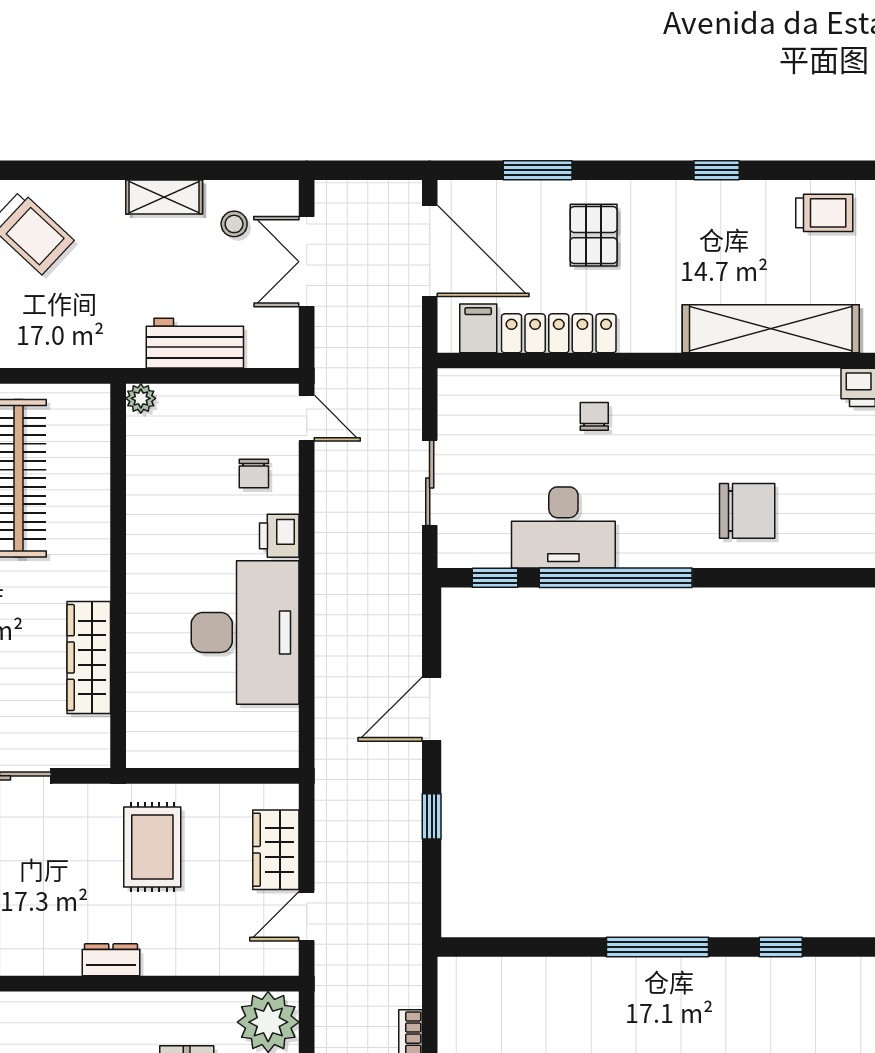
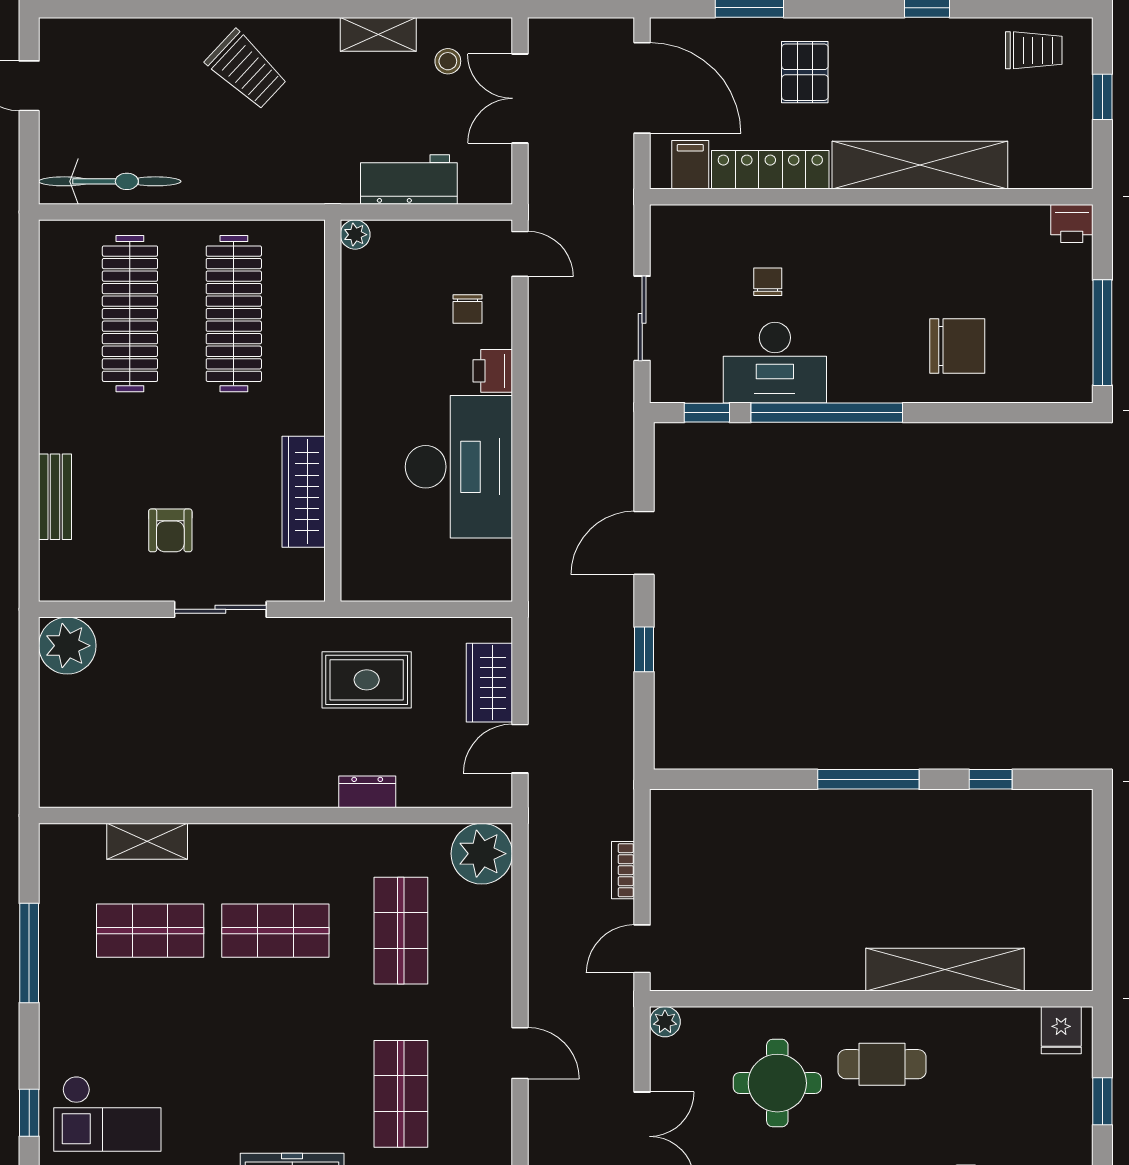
shelving: (771, 329) -> (920, 165), moved
chair: (594, 416) -> (768, 282), moved
rug: (152, 847) -> (367, 680), turned 90
dresser: (111, 960) -> (367, 792), moved

